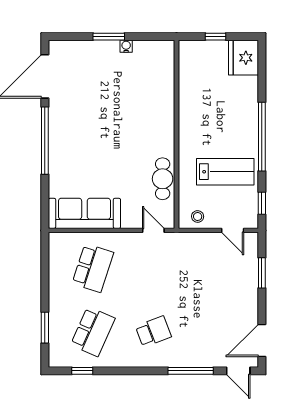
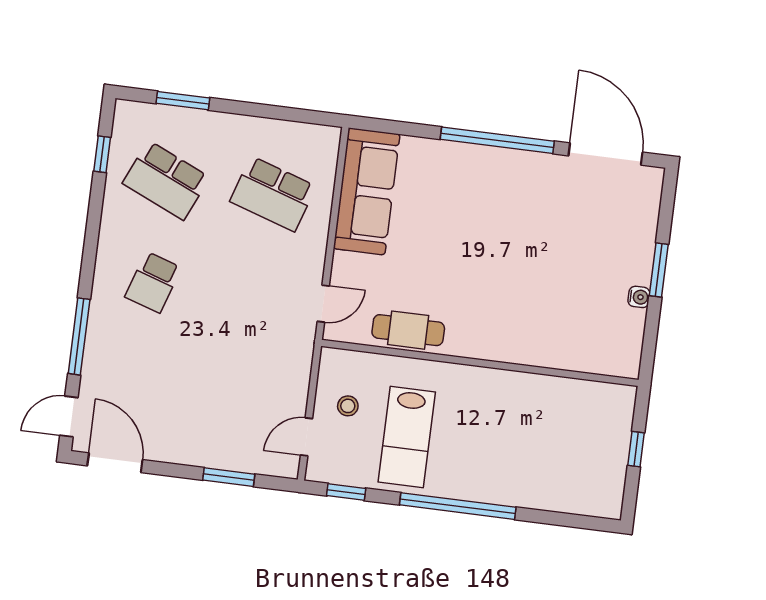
fridge: (243, 58) -> (595, 492), removed
stool: (198, 217) -> (348, 406), moved
school desk: (153, 332) -> (153, 282), turned 39

